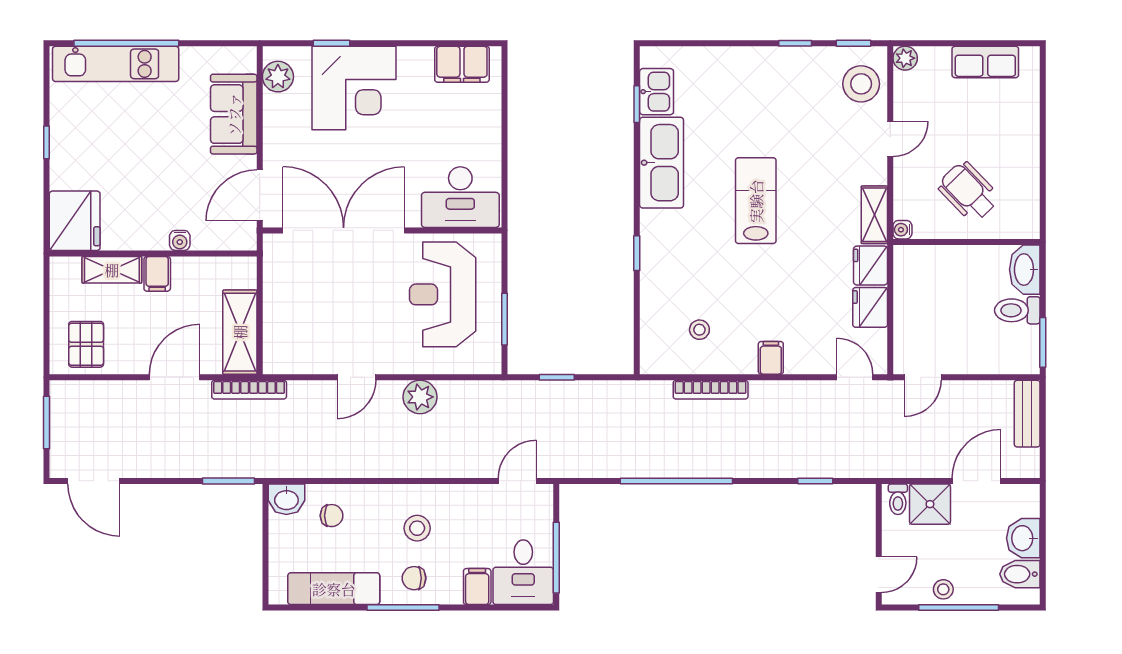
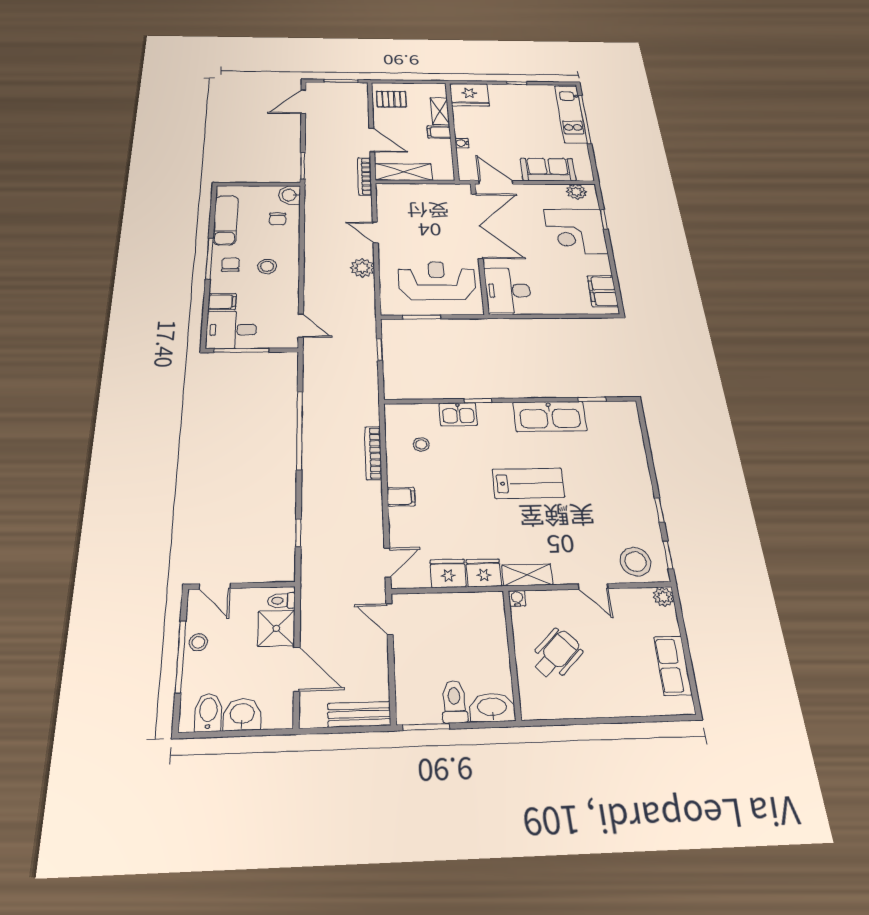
kitchen sink: (657, 92) -> (458, 414), moved

